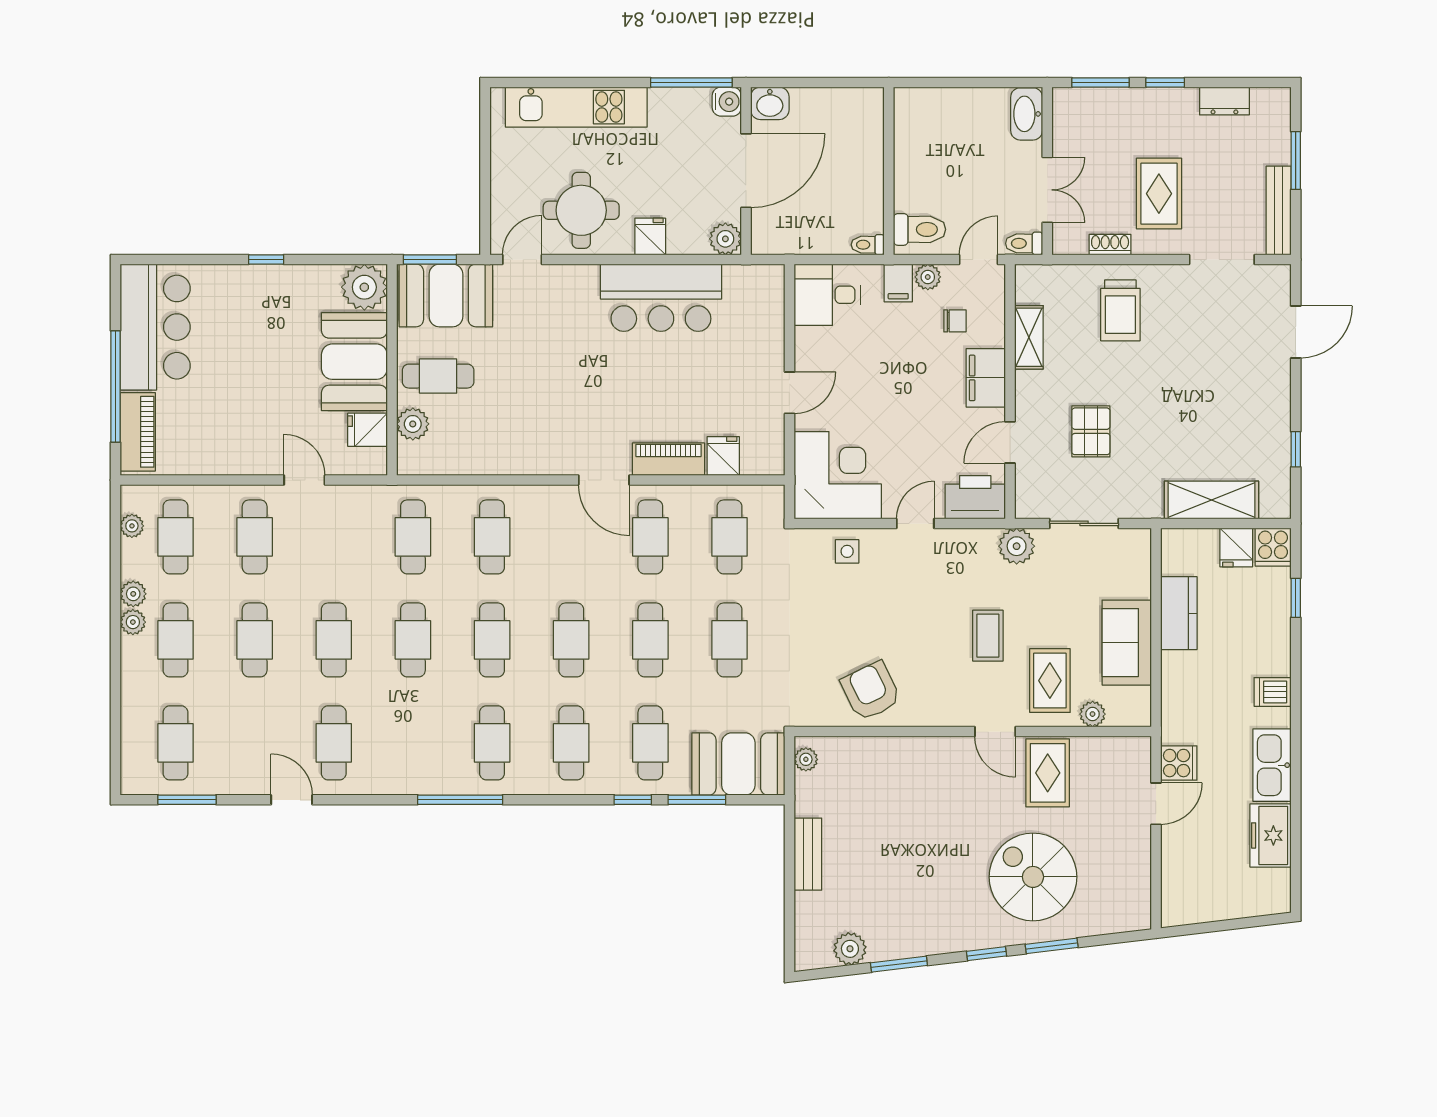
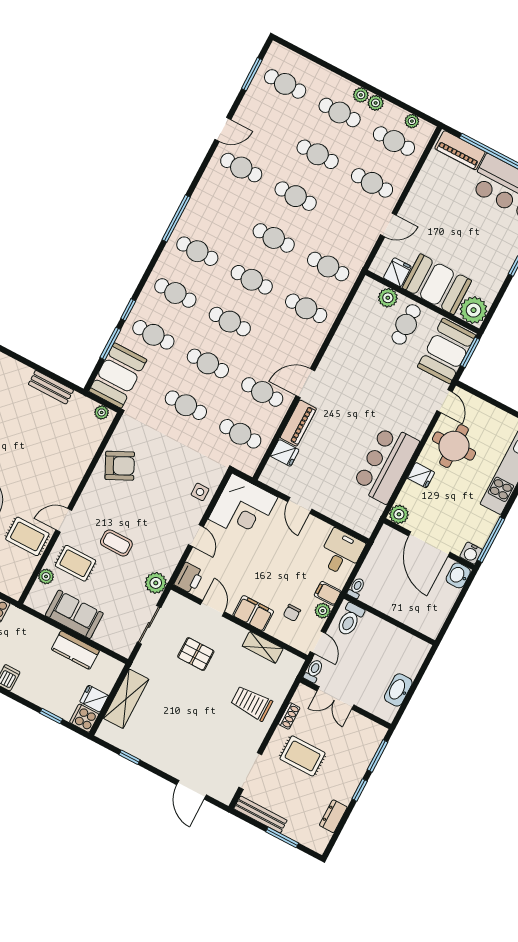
washbasin: (1027, 114) -> (398, 690), moved, turned -90
printer: (975, 497) -> (189, 578), width x0.73, depth x0.84

